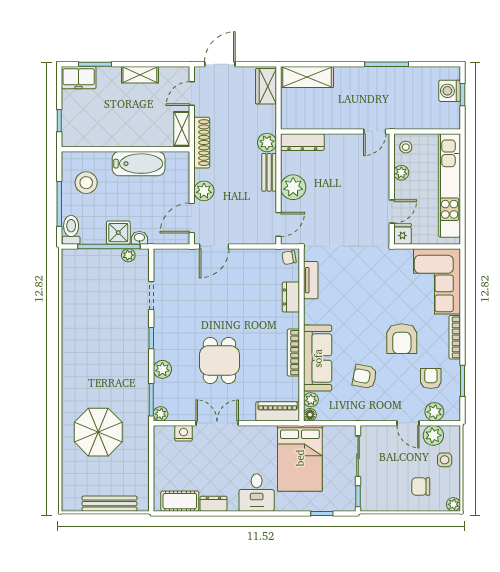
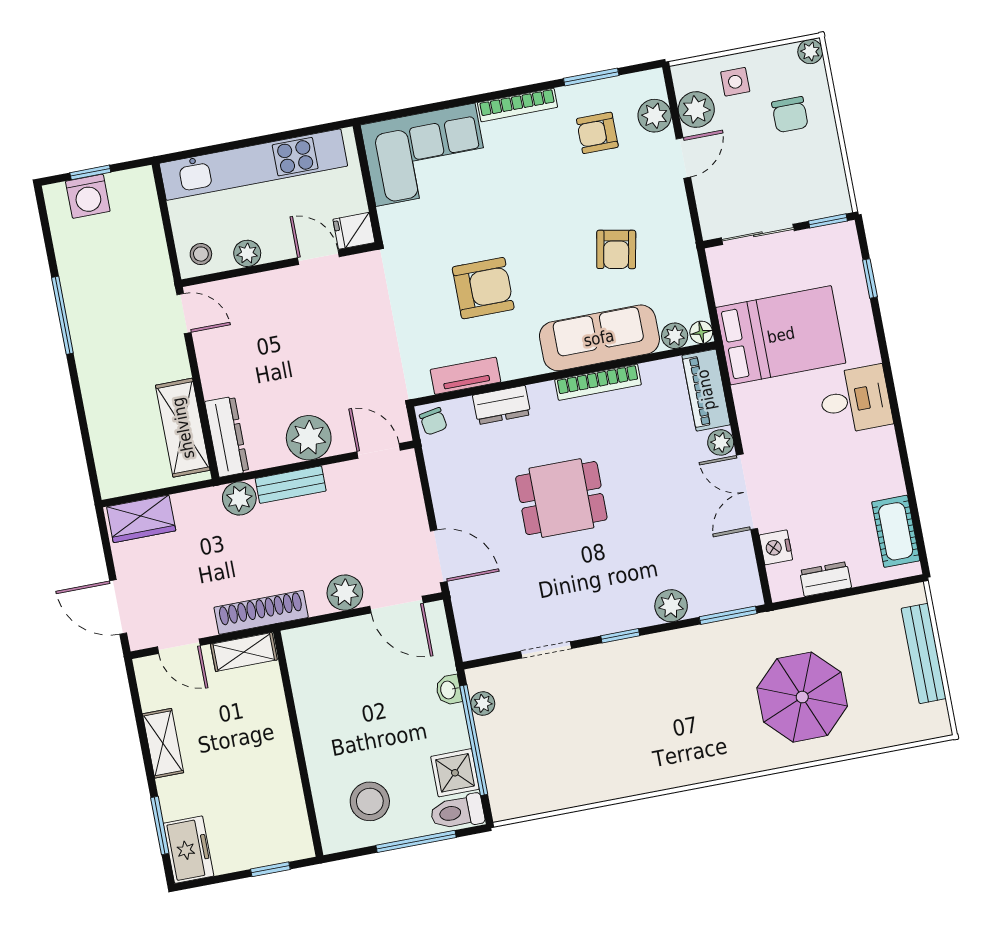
shelving: (307, 77) -> (183, 428), moved
bathtub: (139, 164) -> (319, 716), removed
shower: (118, 233) -> (455, 773), moved
armchair: (402, 339) -> (483, 288), moved
dining table: (219, 360) -> (561, 498), moved
plant: (161, 414) -> (721, 442), moved
dresser: (213, 504) -> (825, 579), moved, turned 90

